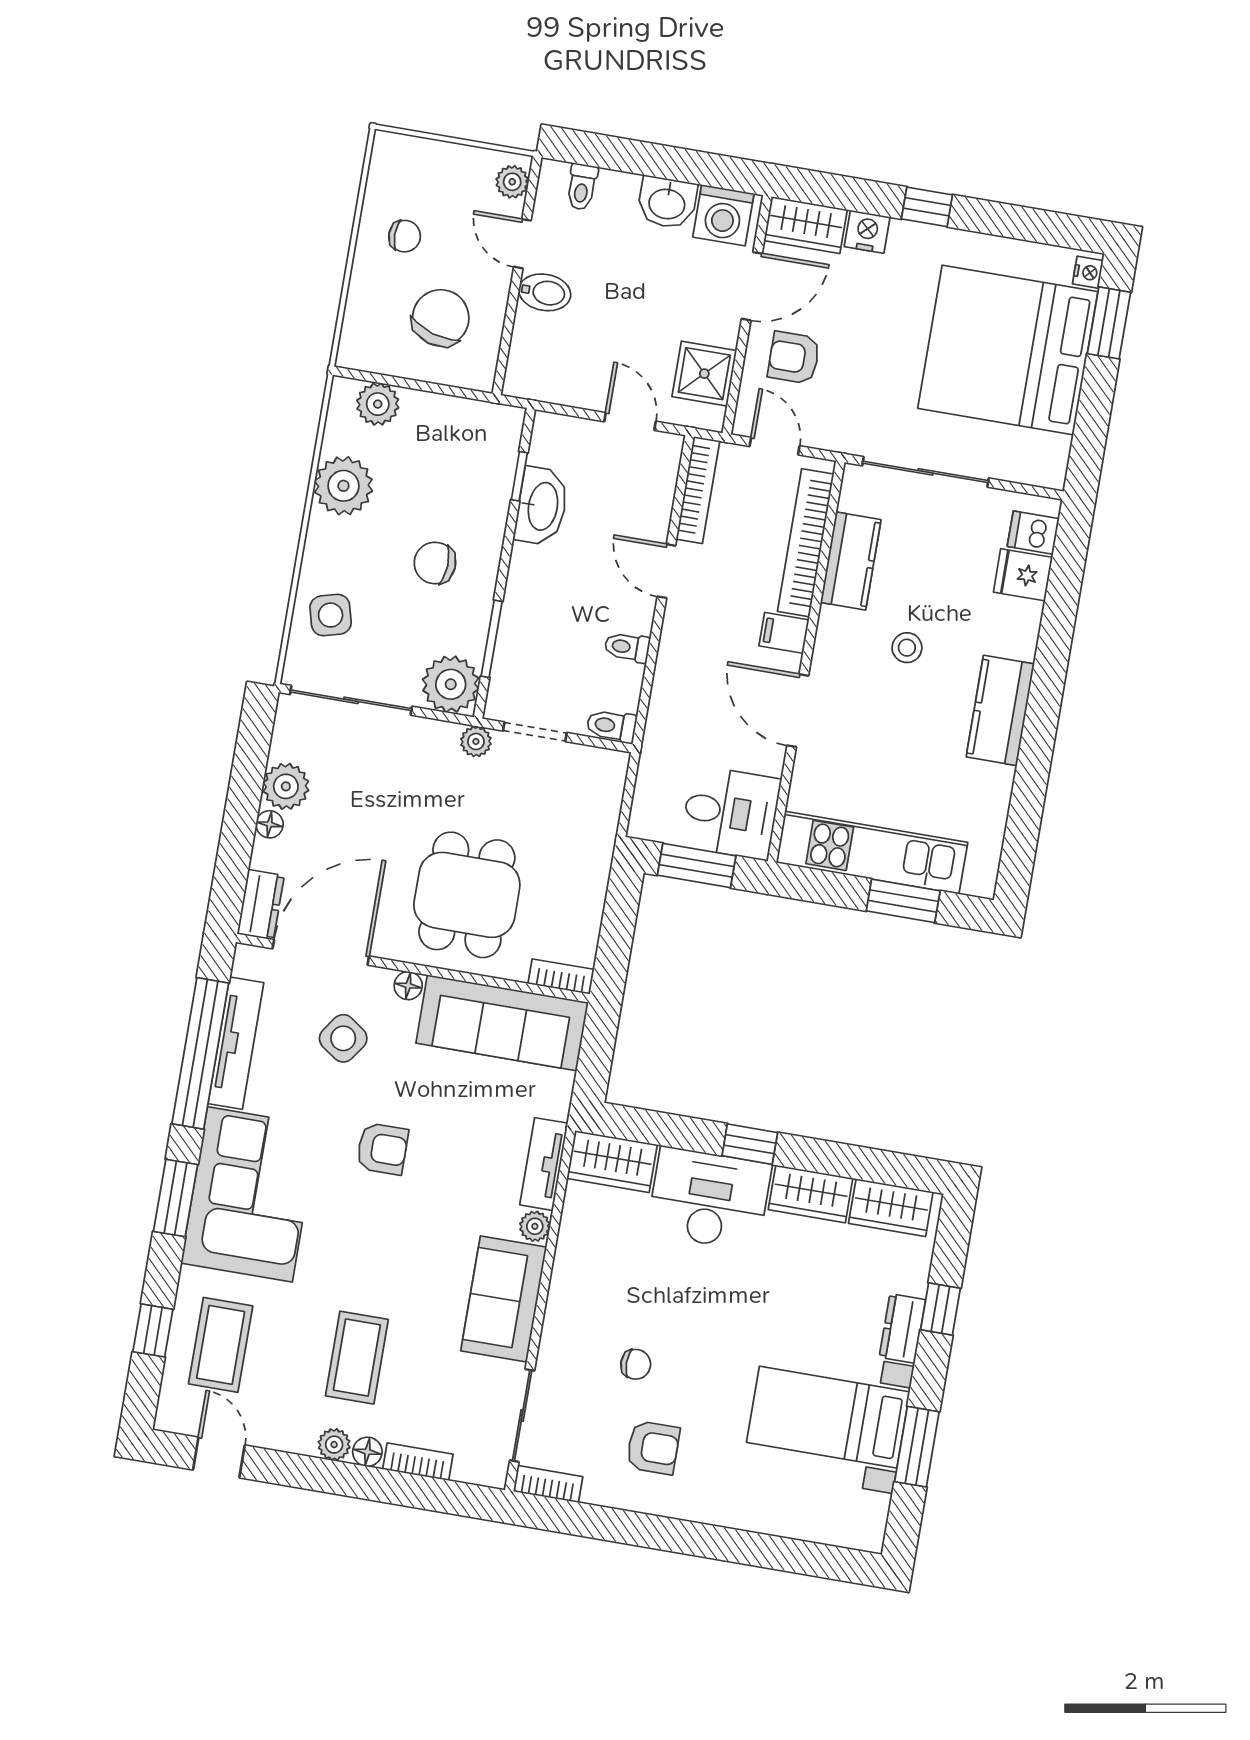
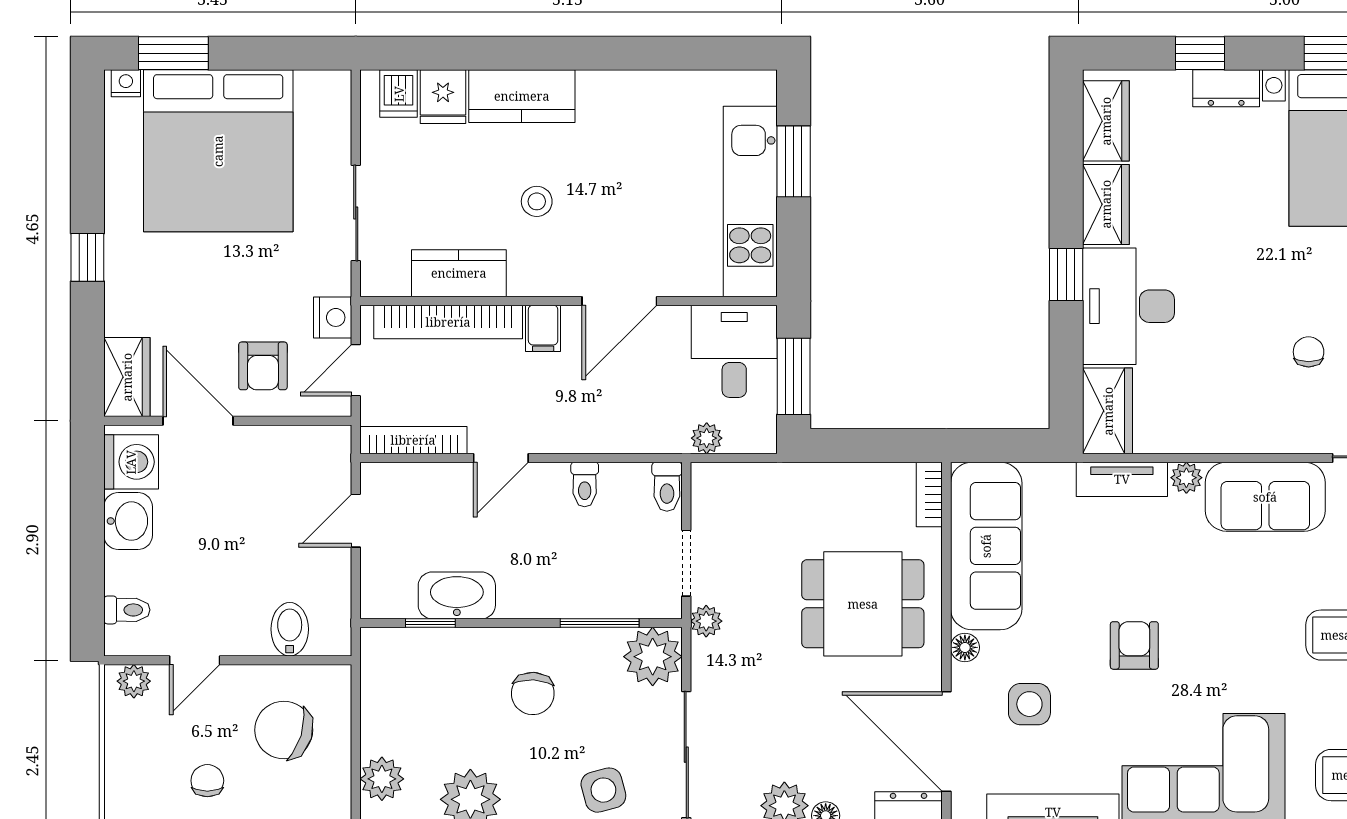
nightstand: (867, 232) -> (333, 317), moved, turned 180
bidet: (545, 292) -> (290, 629), moved
shower: (704, 374) -> (295, 454), removed
sliding door: (925, 472) -> (356, 213), width x0.73
kitchen counter: (1000, 710) -> (522, 96), moved
plant: (652, 772) -> (707, 438), added
side table: (343, 1038) -> (1029, 704), turned -35

